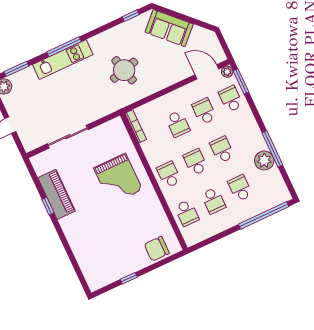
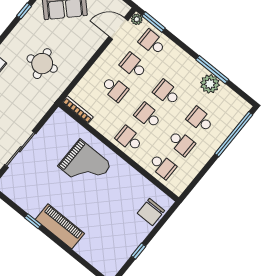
piano: (57, 194) -> (60, 226), moved

